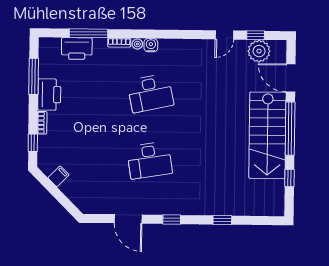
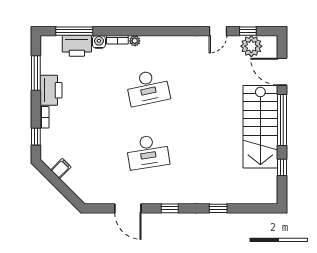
window: (88, 33) -> (74, 31), moved
water cooler: (151, 45) -> (99, 42), moved

